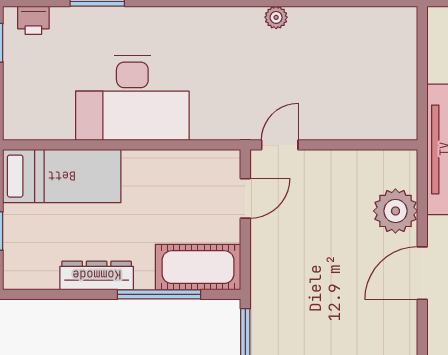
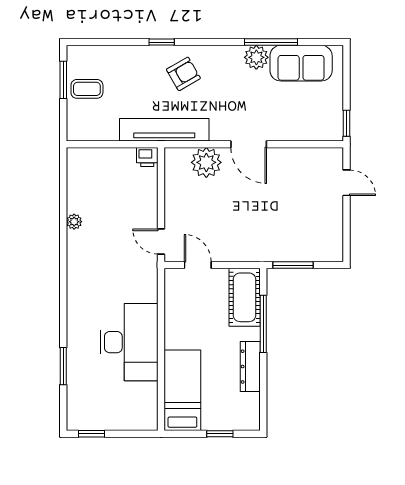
plant: (276, 17) -> (74, 222), moved
printer: (33, 20) -> (147, 157), moved, turned 90

